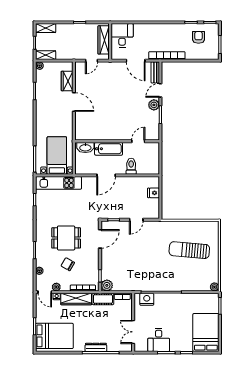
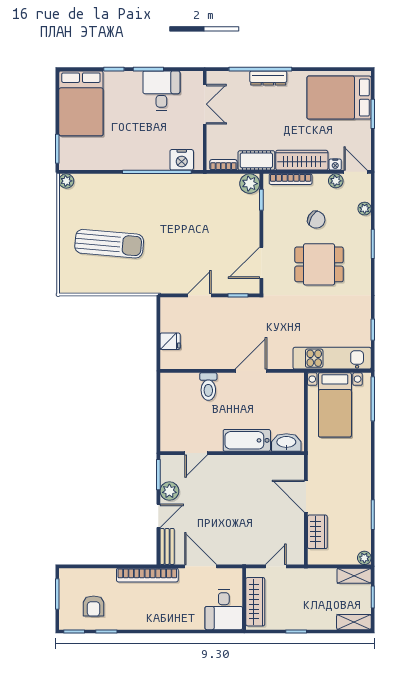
wall: (117, 141) -> (232, 453), moved
door: (138, 141) -> (196, 453), moved
washbasin: (85, 147) -> (286, 443), moved
bathtub: (109, 149) -> (247, 440), moved

